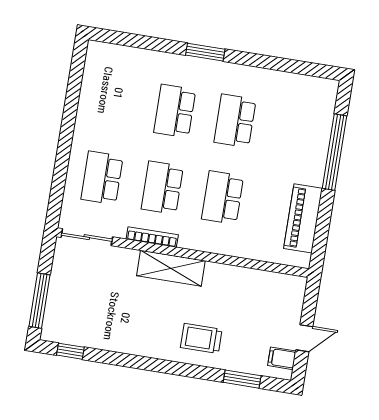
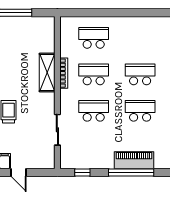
piano: (303, 218) -> (134, 160), moved
window: (321, 233) -> (82, 172), added
sliding door: (87, 237) -> (57, 130), moved
shelving: (171, 268) -> (47, 72), moved

